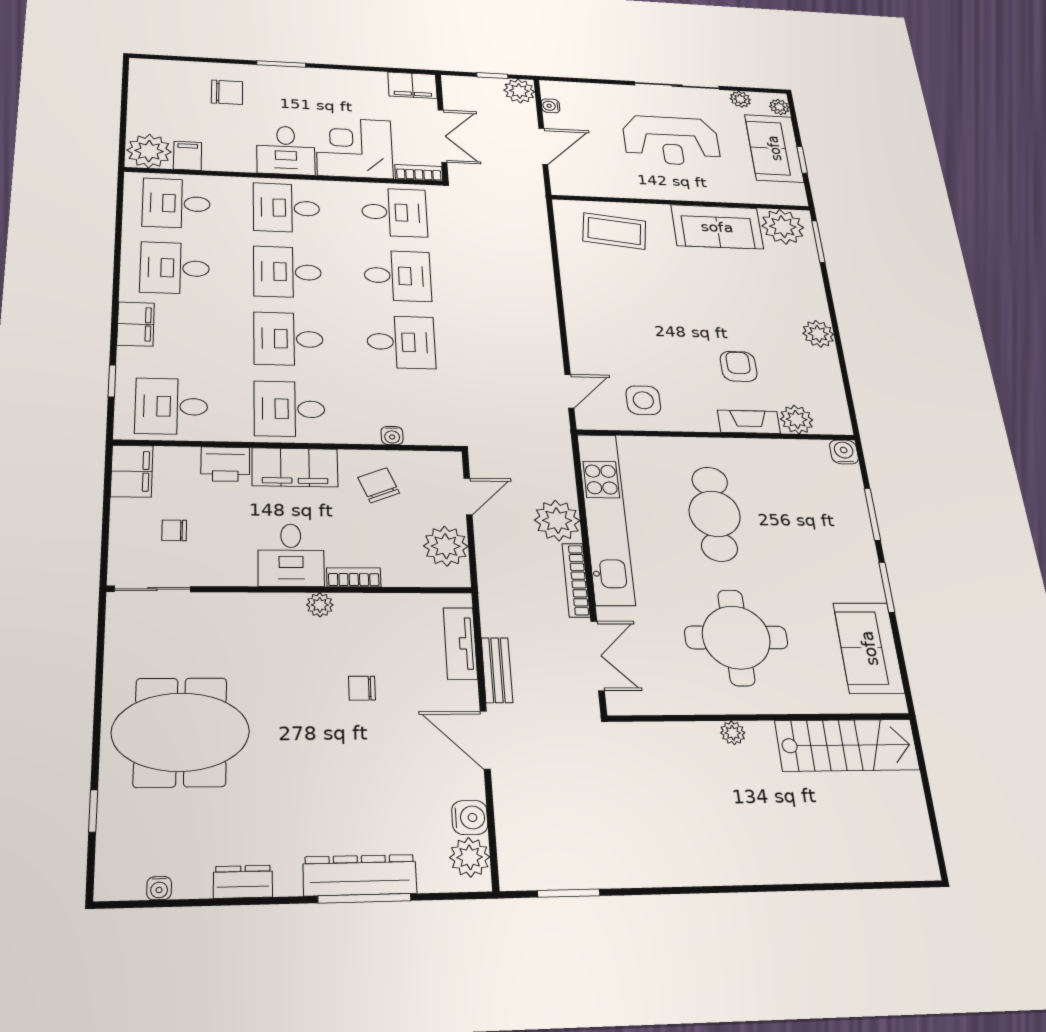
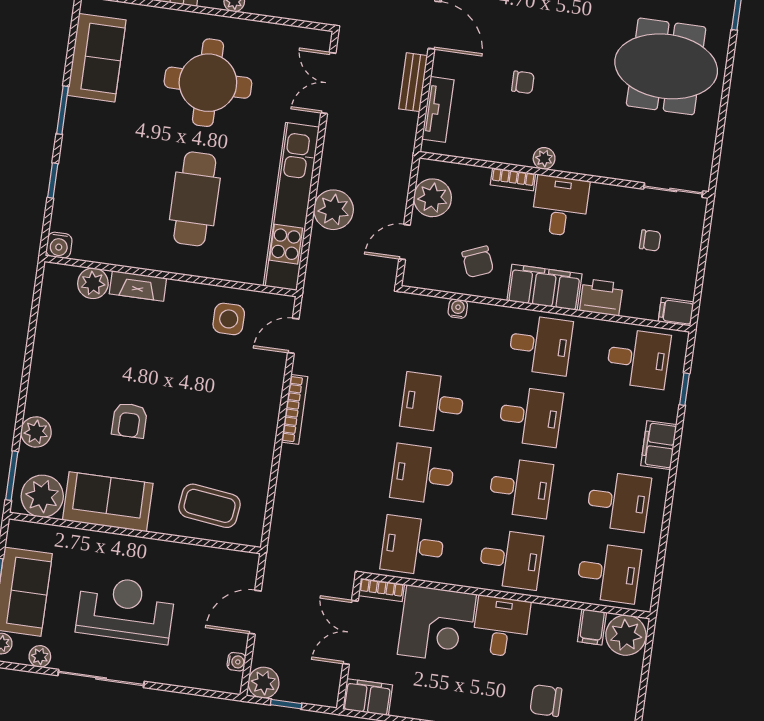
plant: (818, 334) -> (36, 432), moved
armchair: (739, 366) -> (129, 420), moved
filing cabinet: (132, 471) -> (676, 312), width x0.50
window: (872, 514) -> (53, 181), width x0.67
bookcase: (576, 580) -> (295, 409), moved

